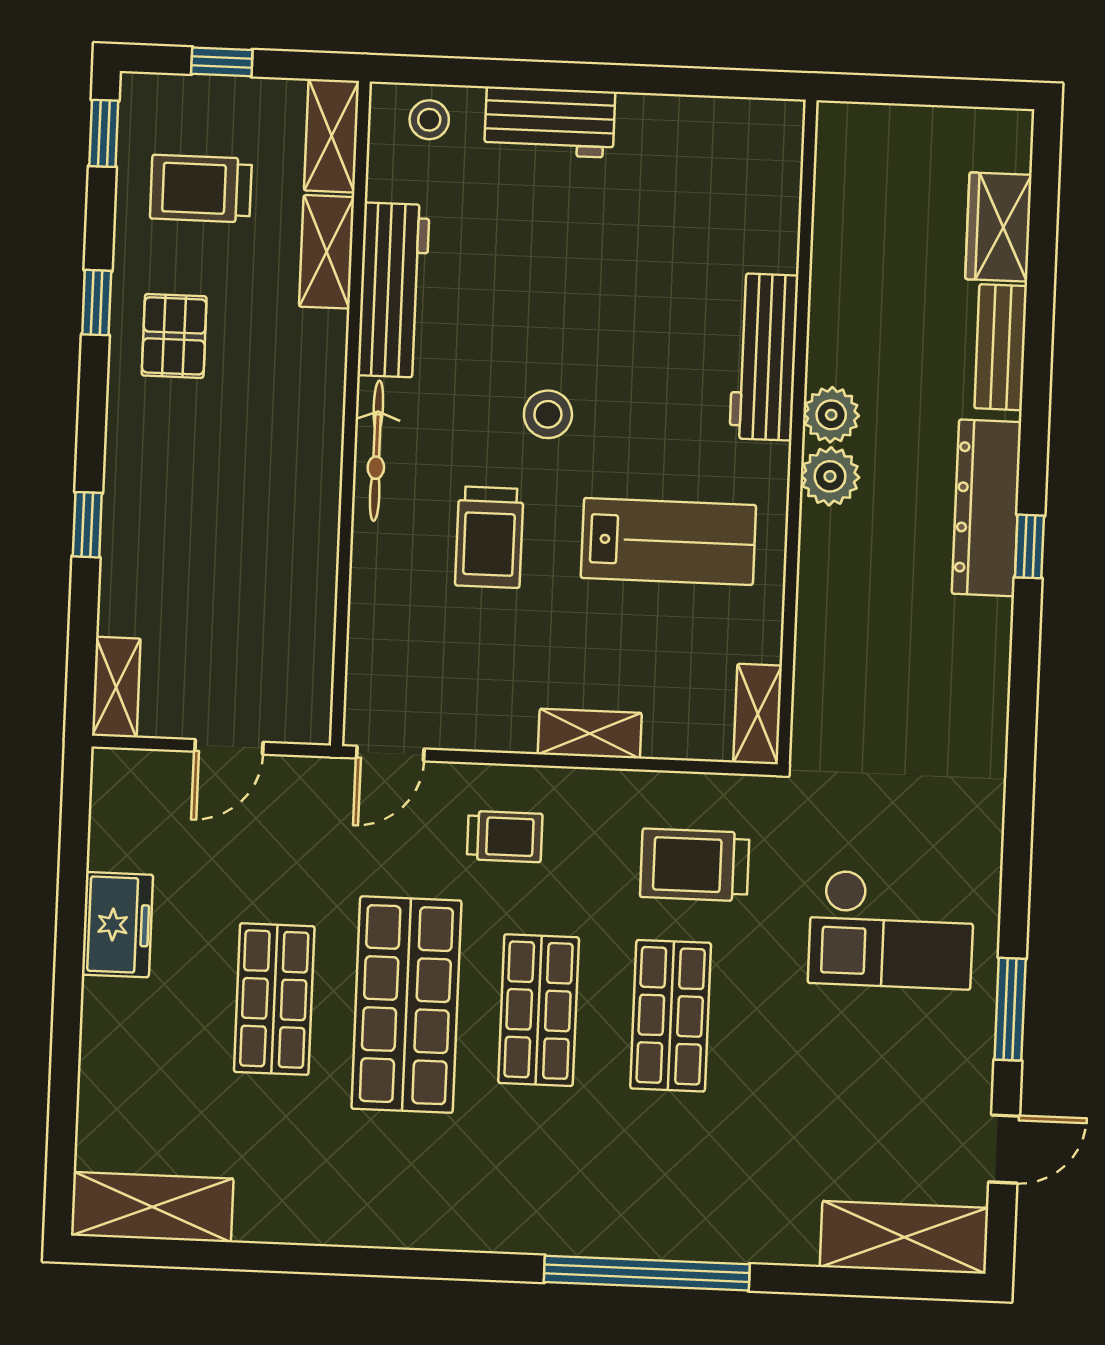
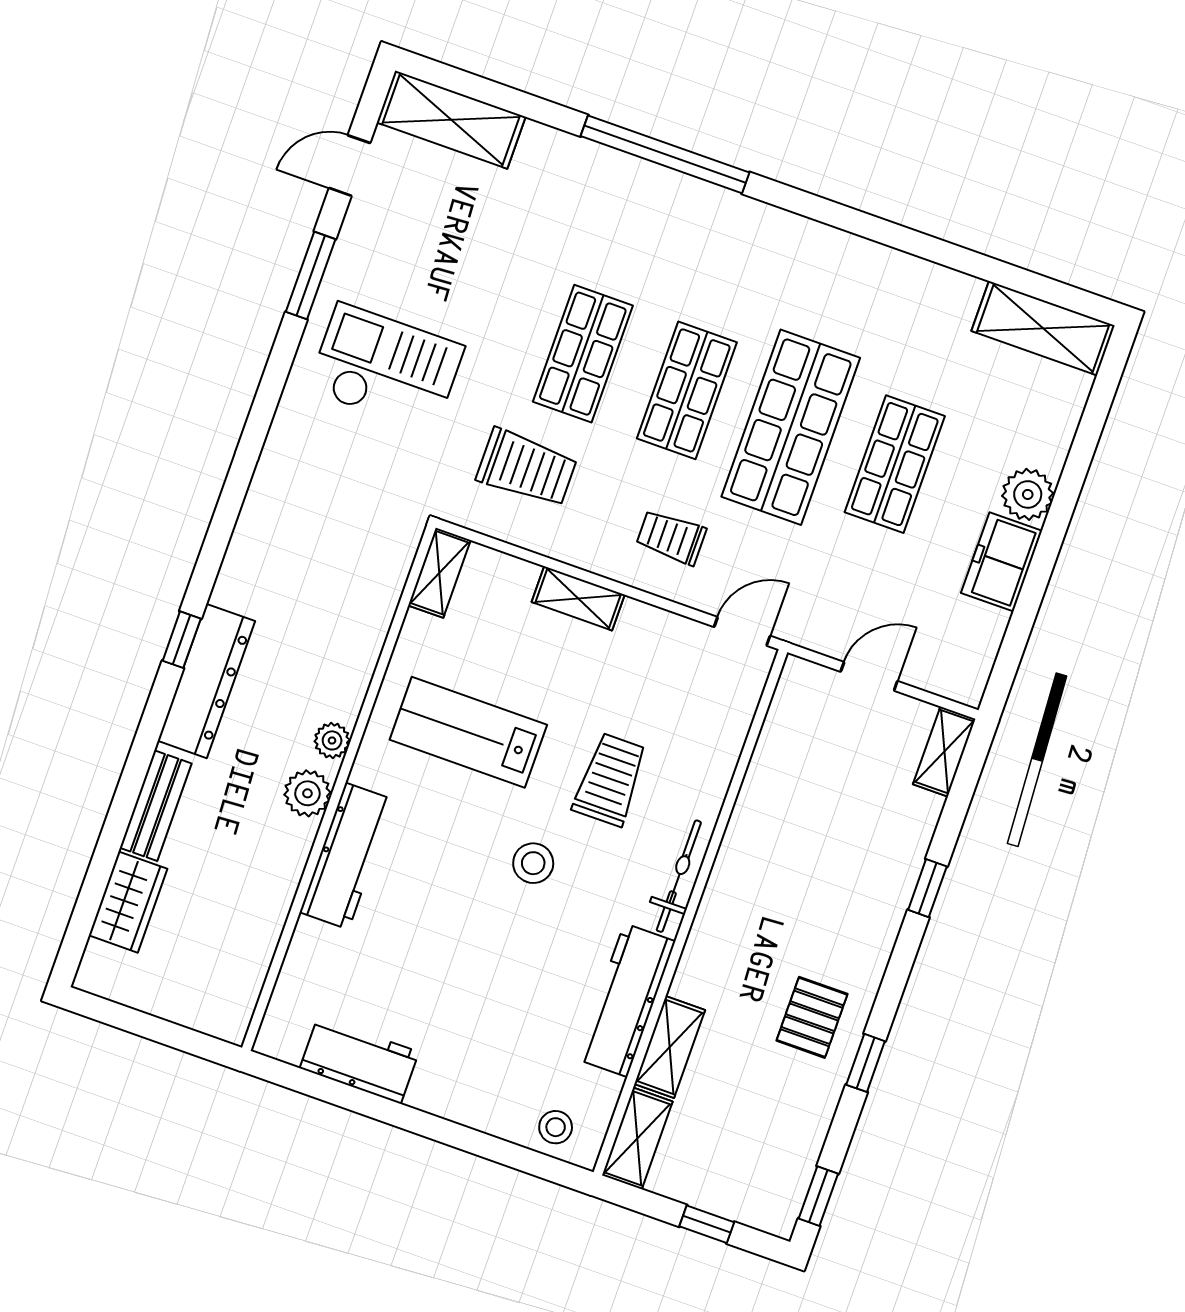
workbench: (550, 122) -> (359, 1060), moved
trolley: (201, 189) -> (755, 1128), removed
plant: (830, 476) -> (332, 740), width x0.73, depth x0.73
plant: (111, 1011) -> (1028, 494), added

